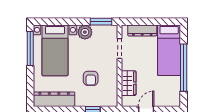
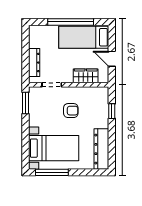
plant: (85, 32) -> (36, 119), removed
bed: (169, 50) -> (84, 37), moved, turned 180
armchair: (91, 78) -> (71, 111), moved

